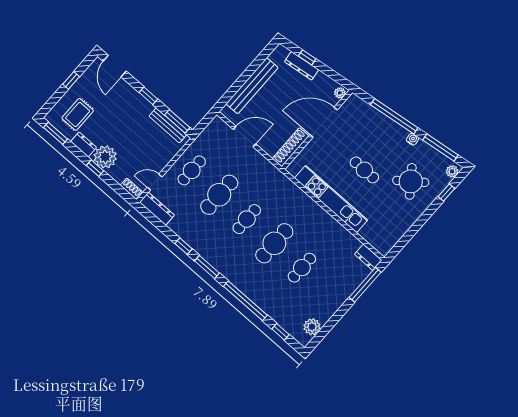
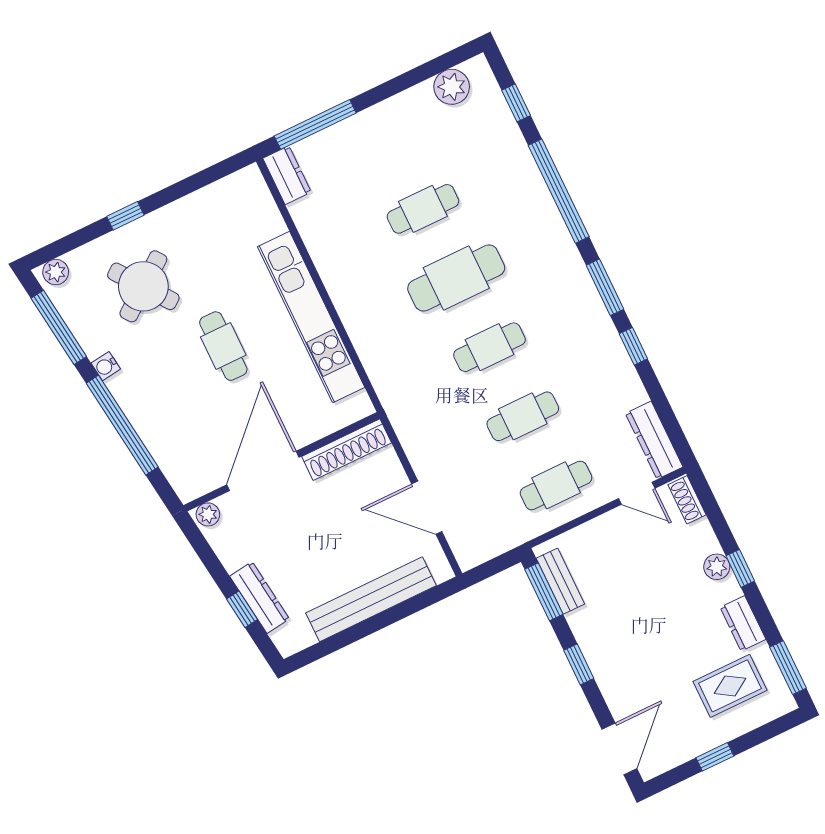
door: (324, 122) -> (263, 471), swing flipped
bench: (168, 125) -> (560, 581), width x0.73
plant: (105, 157) -> (717, 567), width x0.53, depth x0.53
window: (446, 193) -> (125, 216), moved
cafe table: (219, 195) -> (523, 416), width x0.73, depth x0.74

